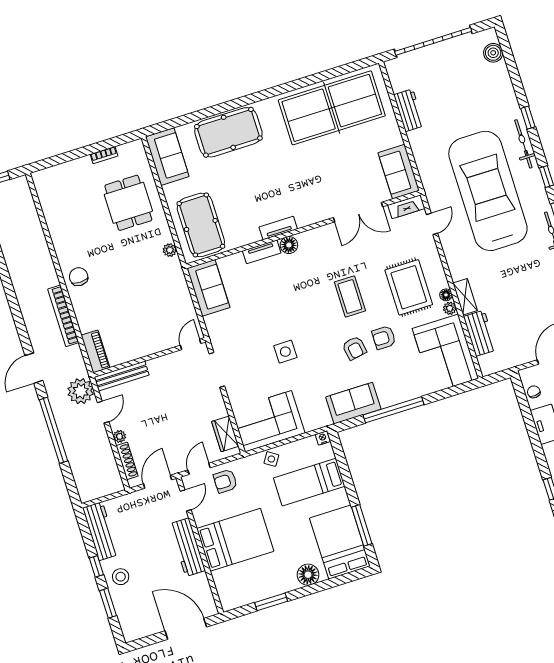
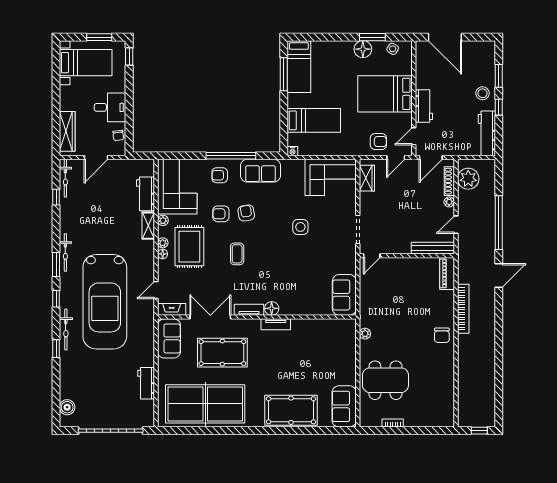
dining table: (128, 203) -> (385, 380), width x1.37
pool table: (201, 225) -> (222, 353), moved, turned 90
tv unit: (262, 252) -> (249, 310), moved
plant: (442, 282) -> (163, 243), added
floor lamp: (446, 295) -> (163, 254), moved
coffee table: (350, 296) -> (237, 254), width x0.73, depth x0.77
armchair: (384, 338) -> (221, 214), turned 180
armchair: (400, 383) -> (220, 175), added
plant: (81, 391) -> (468, 179), moved
side table: (271, 459) -> (393, 49), moved
bed: (340, 542) -> (299, 67), width x0.67
workbench: (187, 547) -> (424, 106), width x0.73
floor lamp: (308, 575) -> (363, 49), moved

